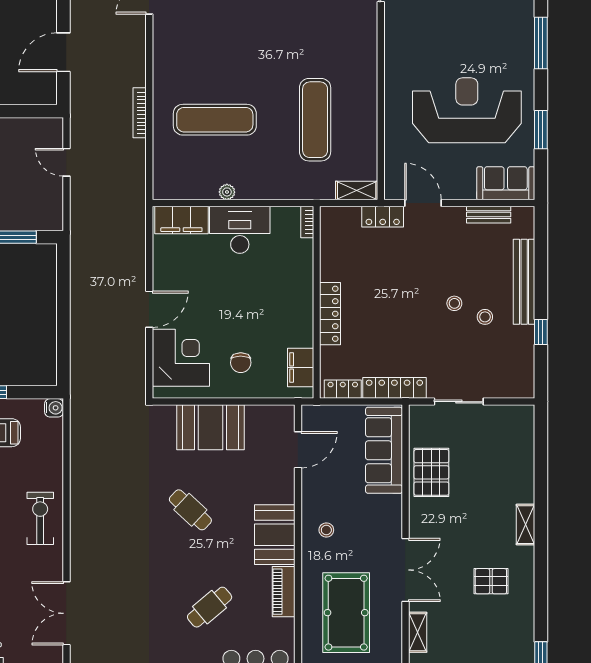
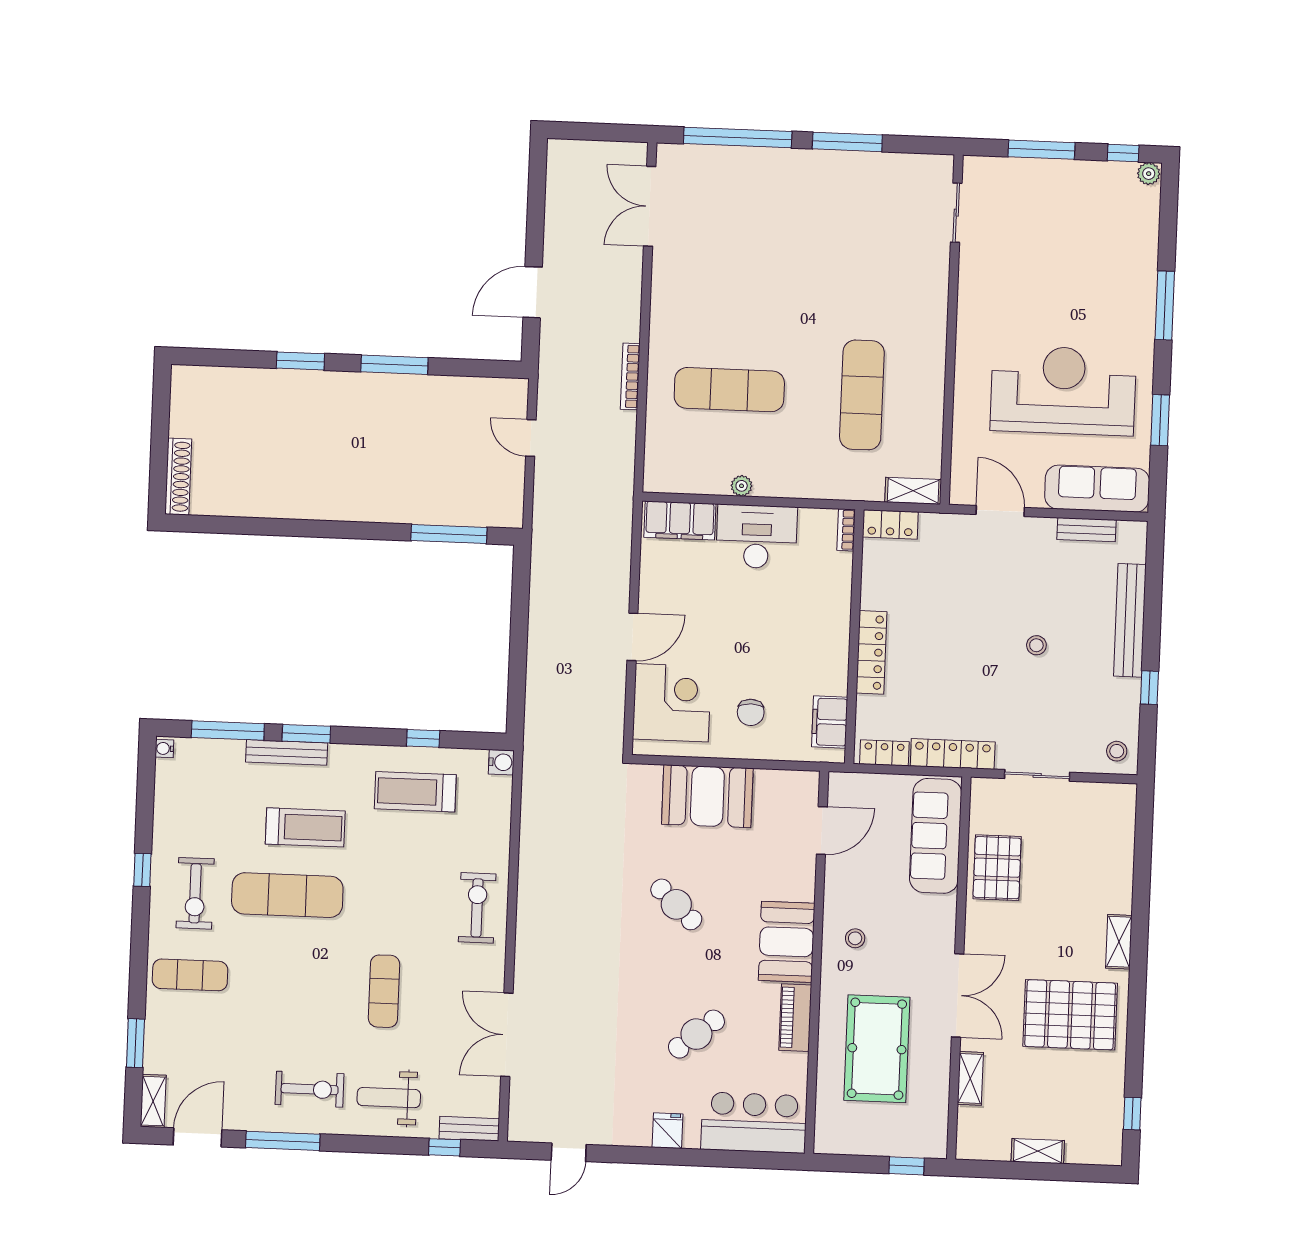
sofa: (506, 183) -> (1097, 489), width x1.36
locker: (383, 217) -> (890, 524), moved
stool: (485, 317) -> (1117, 751), moved
pallet: (491, 581) -> (1070, 1015), width x2.05, depth x2.00

